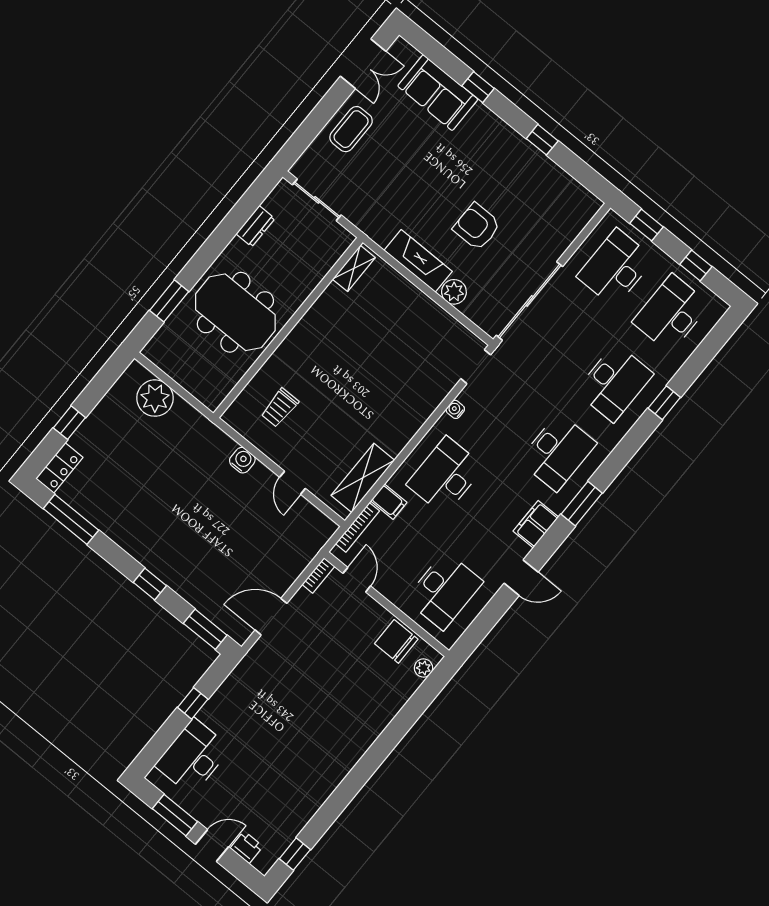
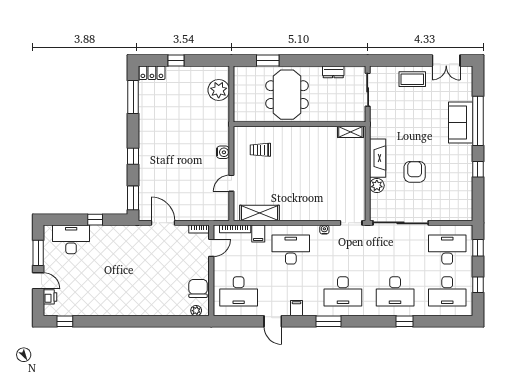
window: (478, 87) -> (478, 121), width x3.17
sofa: (438, 93) -> (461, 122), moved
desk: (671, 313) -> (447, 291), turned 180
filing cabinet: (536, 524) -> (297, 308), width x0.50

